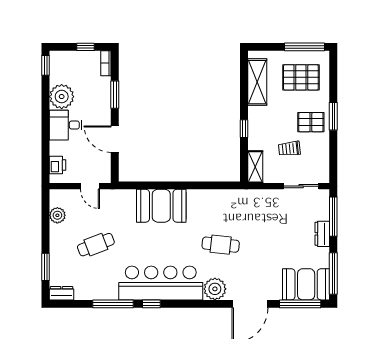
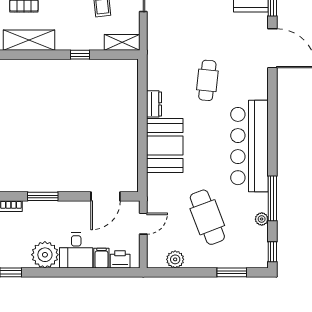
door: (115, 139) -> (106, 196), moved
filing cabinet: (59, 148) -> (101, 258), added
cafe table: (96, 245) -> (207, 217), width x1.37, depth x1.35
plant: (215, 289) -> (262, 219), moved, width x0.53, depth x0.53
dresser: (61, 293) -> (154, 104), moved, turned 180
window: (151, 304) -> (272, 252), moved

